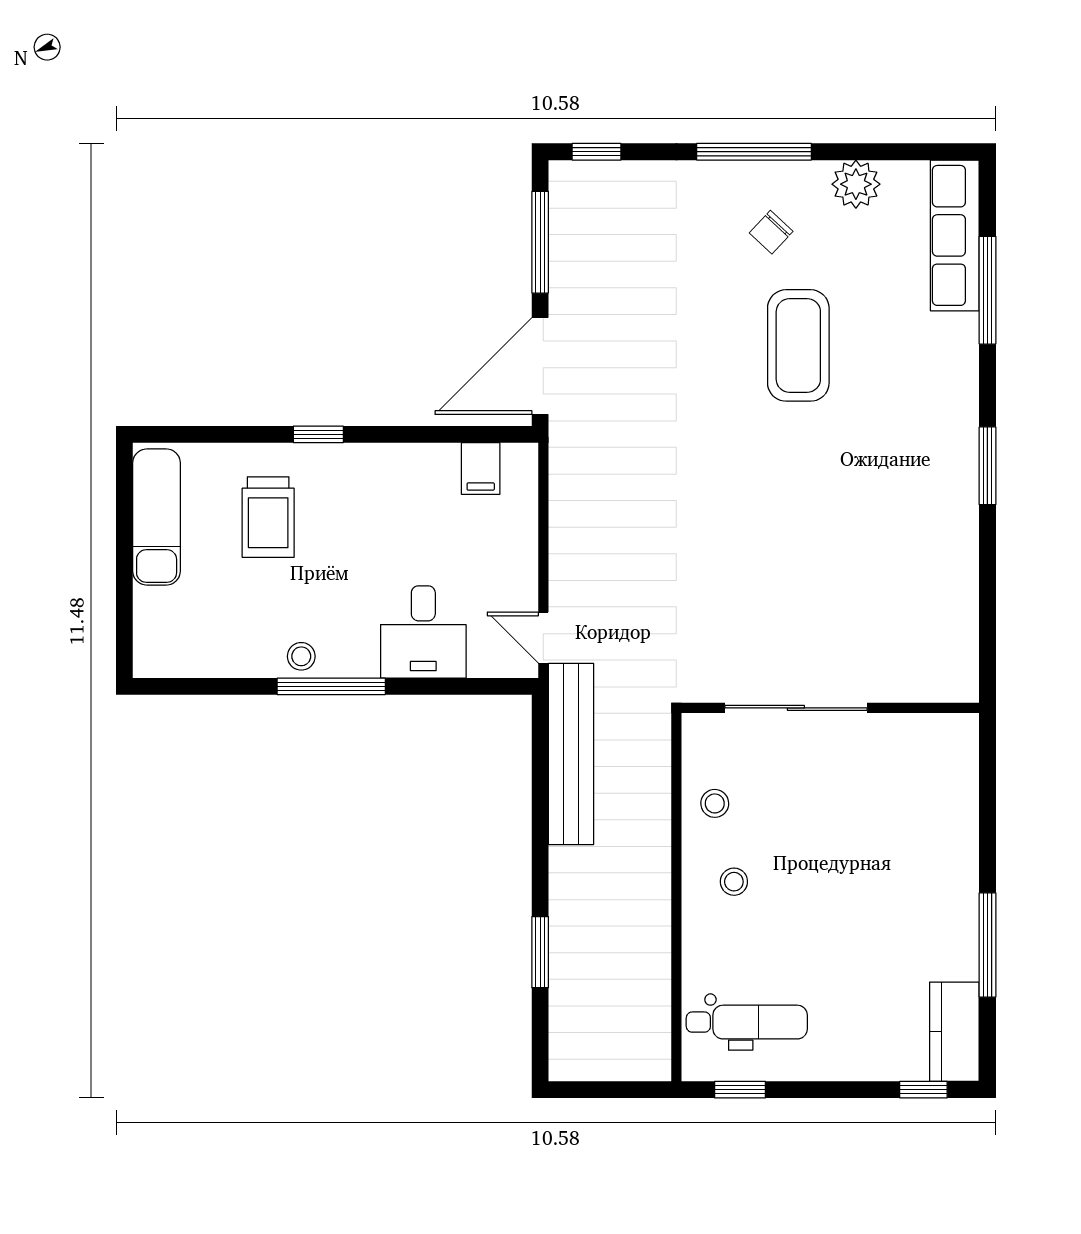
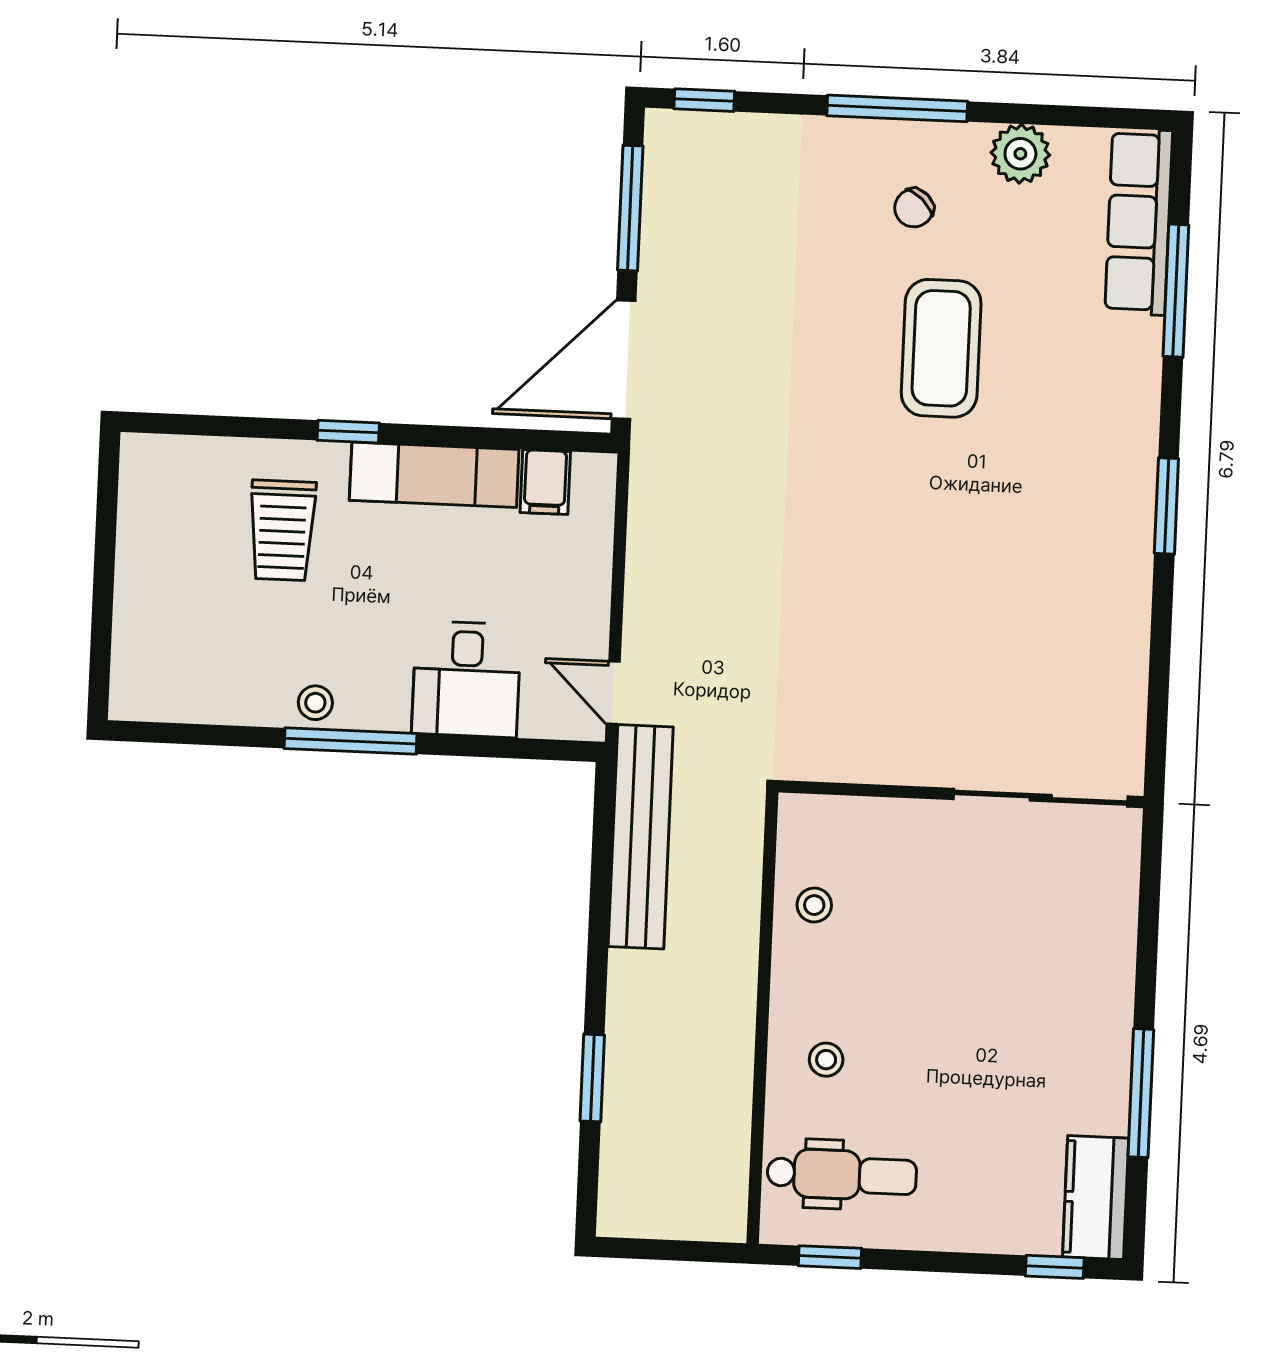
exam couch: (157, 517) -> (434, 475), moved, turned 90
sliding door: (796, 708) -> (1041, 798), moved
stool: (734, 882) -> (826, 1060), moved

